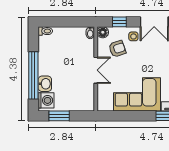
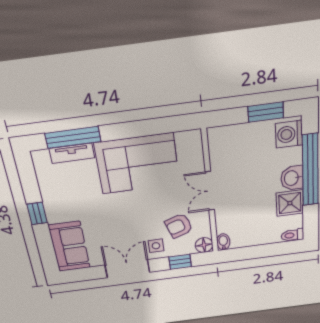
shower: (46, 55) -> (290, 203), added
washbasin: (45, 84) -> (292, 178), moved

